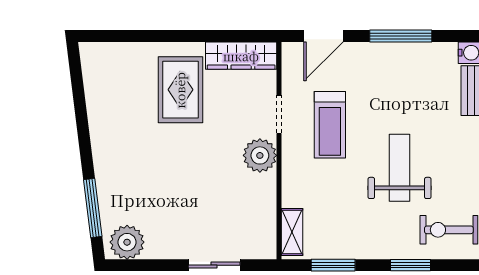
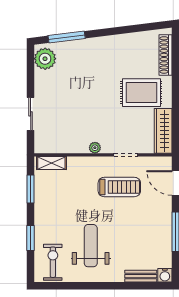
shoe rack: (121, 52) -> (165, 55), added
treadmill: (330, 125) -> (119, 187), turned 180
plant: (260, 155) -> (95, 148), width x0.53, depth x0.53
weight bench: (400, 168) -> (91, 246), moved, turned -90

